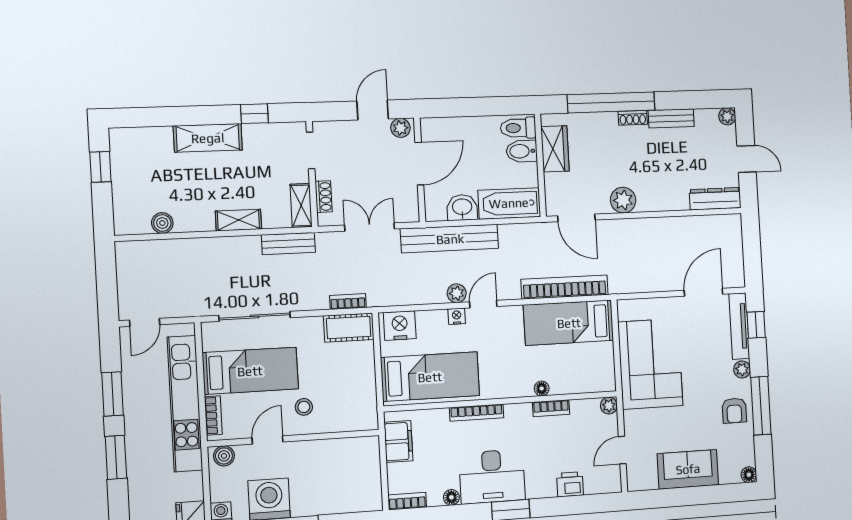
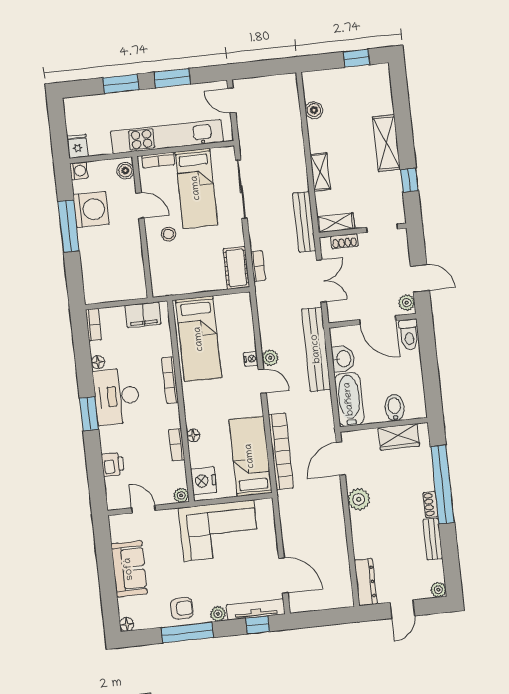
toilet: (518, 128) -> (409, 334), moved, turned 180
bench: (288, 244) -> (304, 222), width x1.36
nightstand: (400, 326) -> (204, 481), moved, turned 180
armchair: (734, 411) -> (182, 608), turned 180

